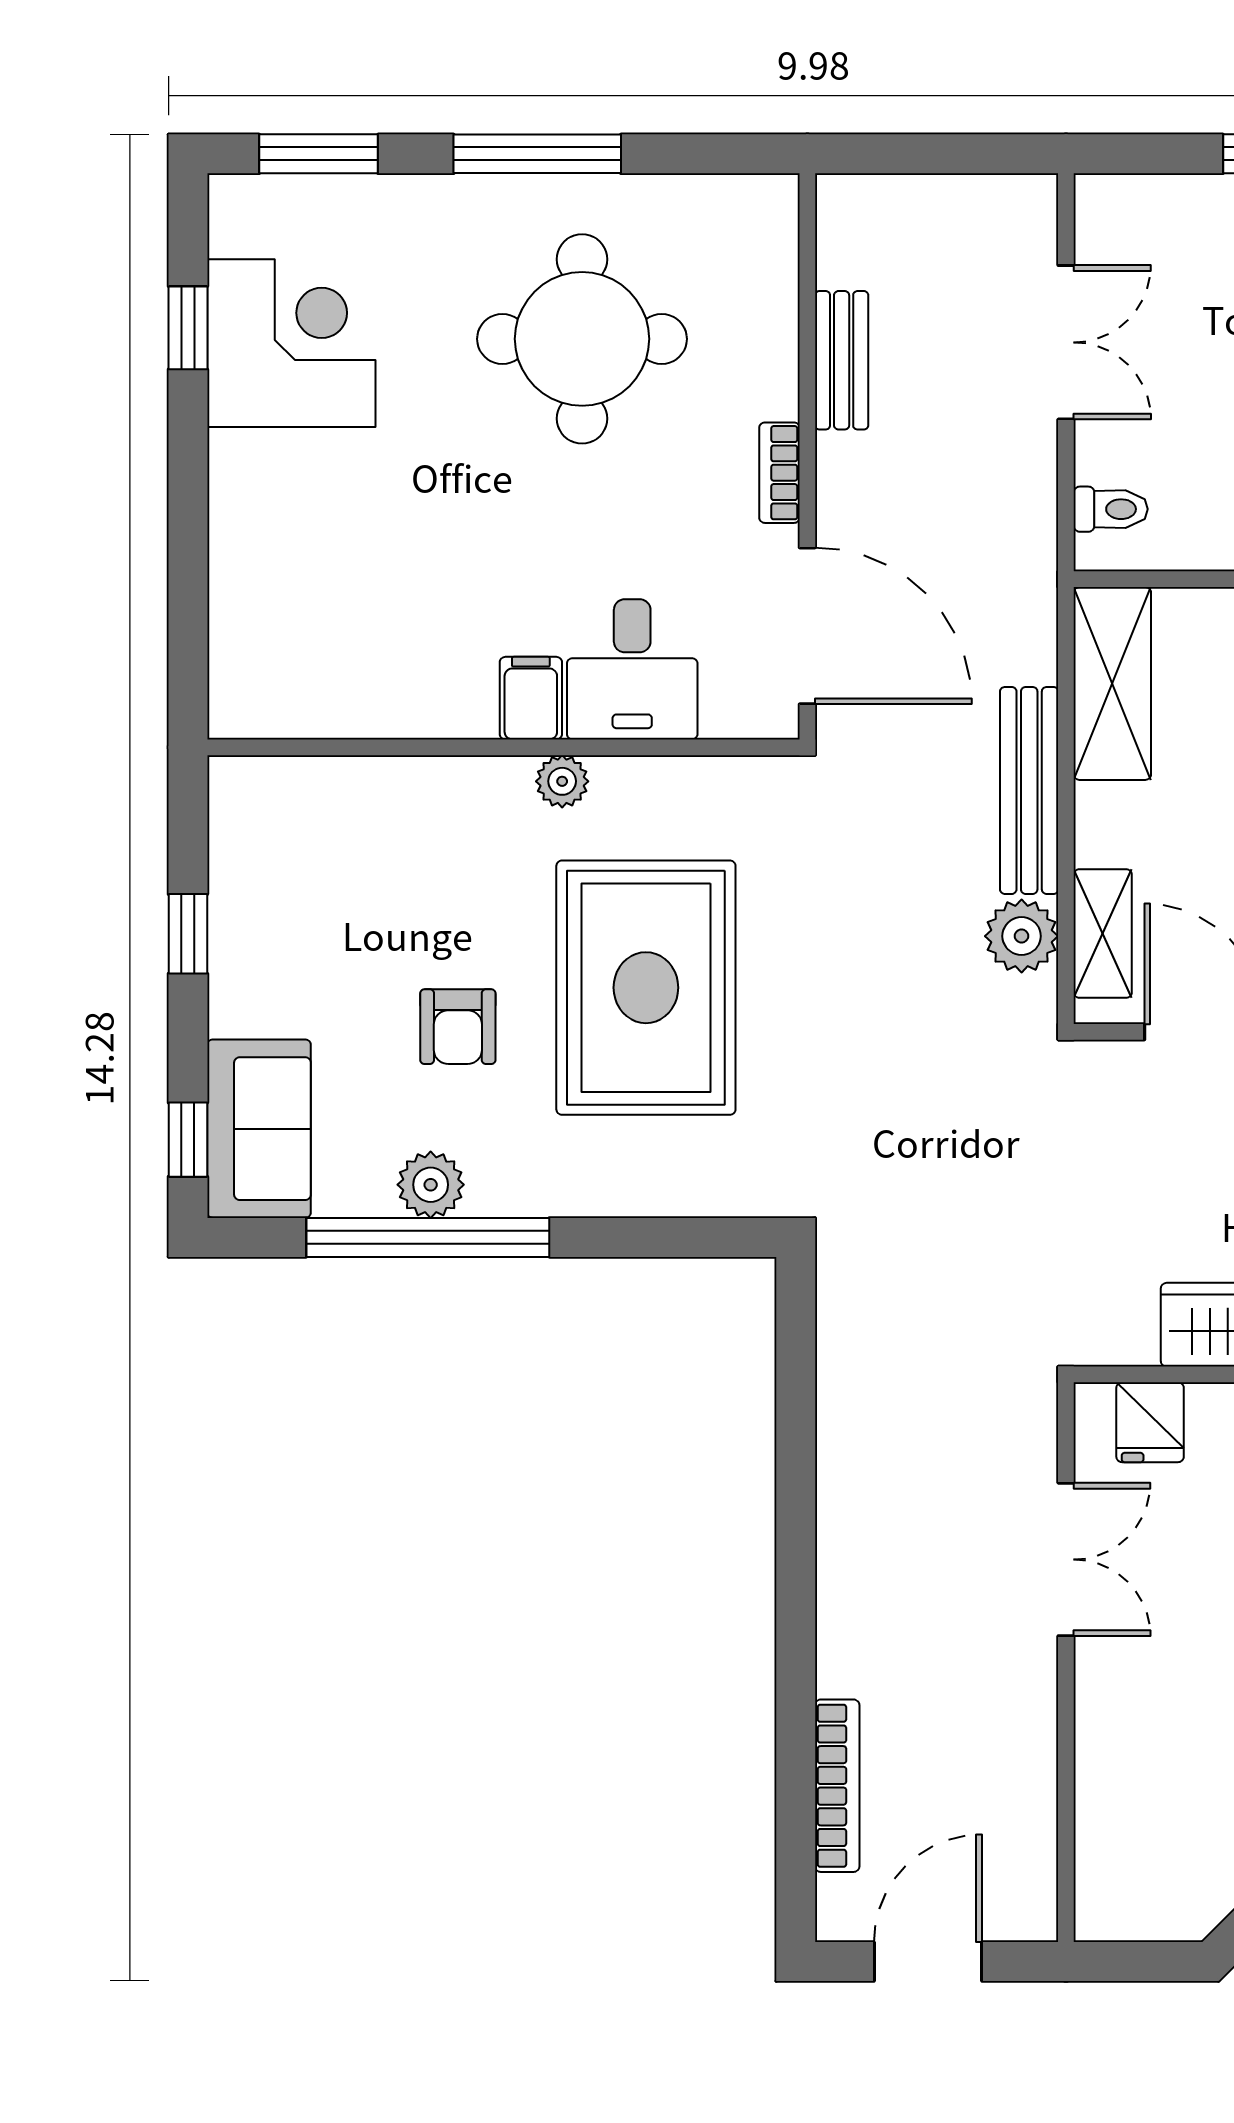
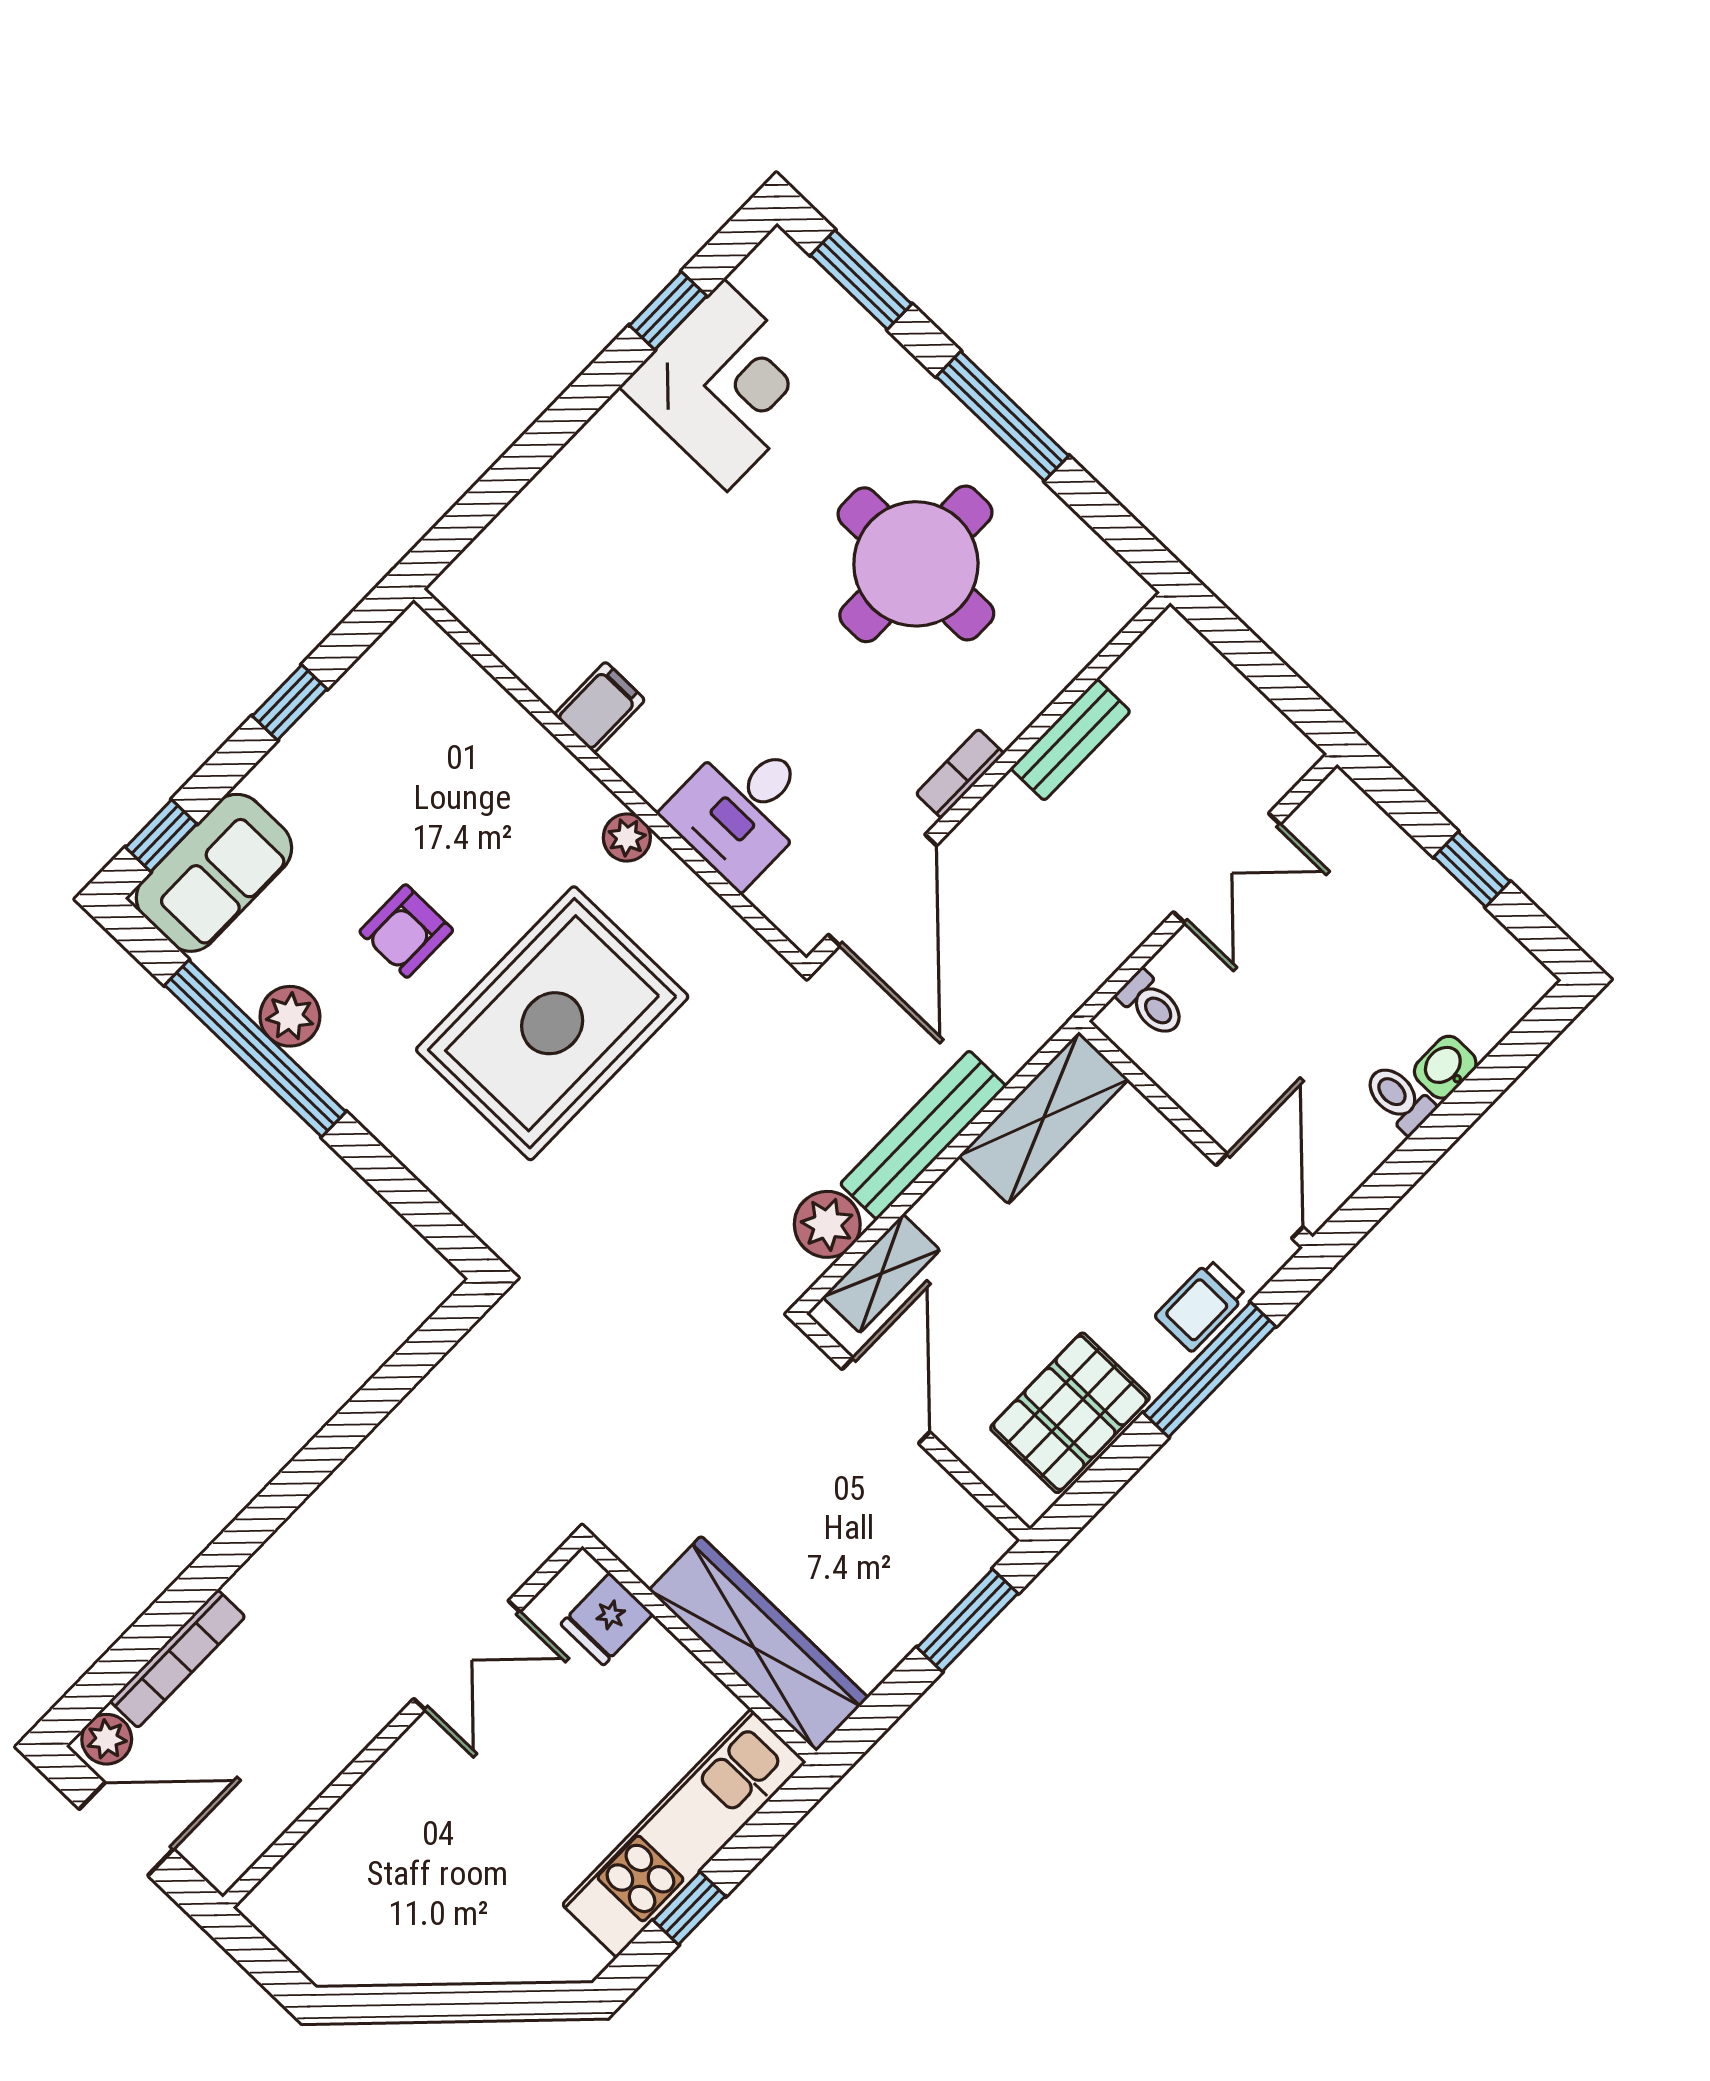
filing cabinet: (531, 698) -> (600, 707), moved
plant: (843, 1905) -> (107, 1739), added

